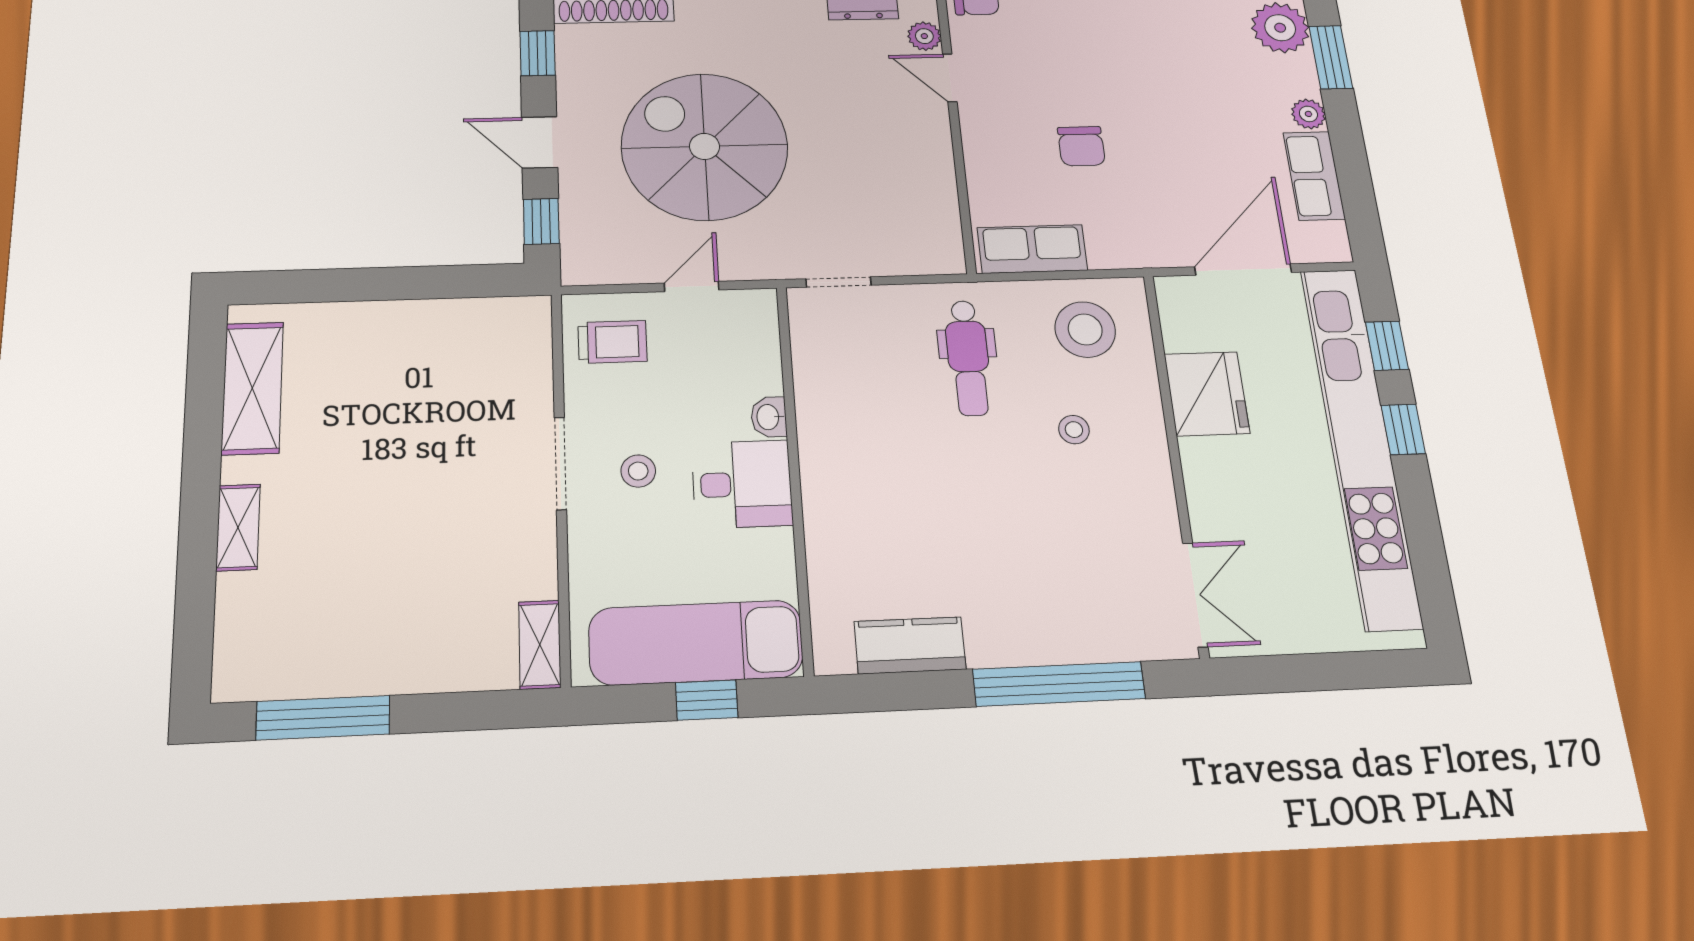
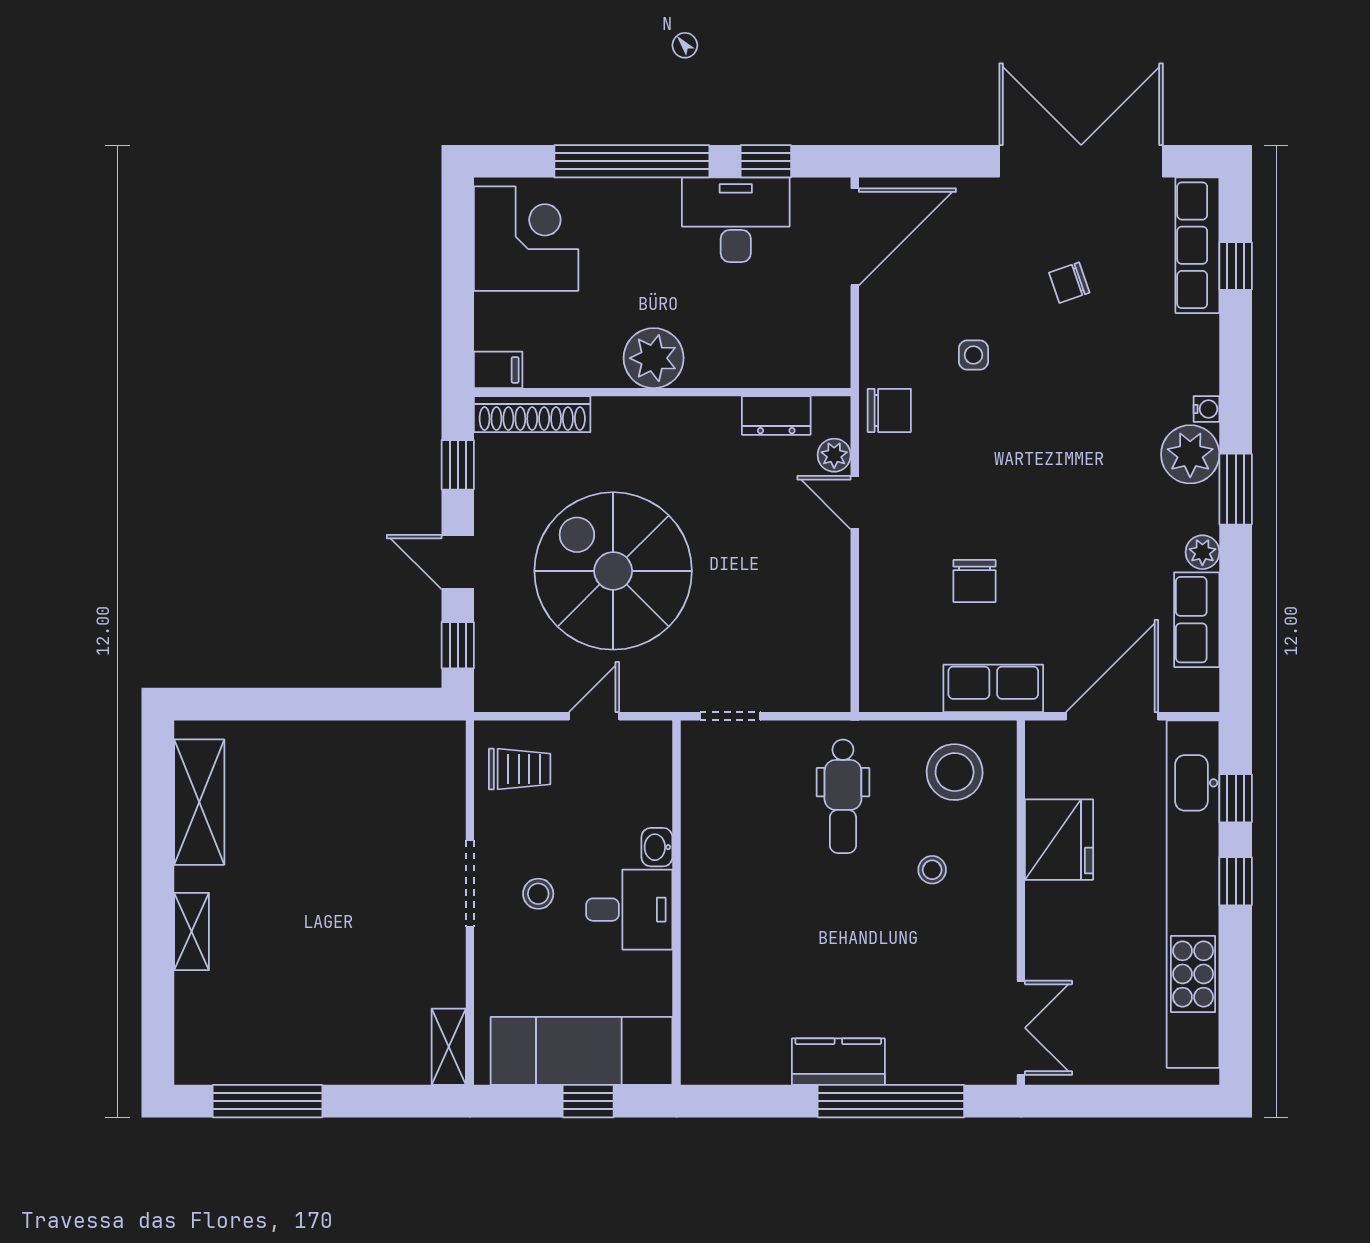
row of seats: (1032, 249) -> (993, 688), moved
kitchen counter: (910, 645) -> (838, 1062), moved

